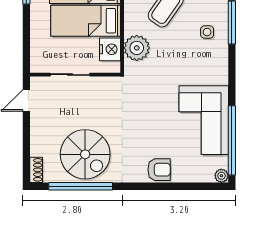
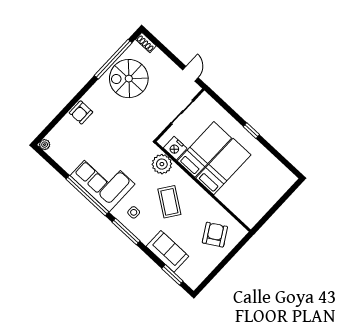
corner sofa: (204, 120) -> (103, 180), moved
window: (232, 140) -> (87, 196), moved

